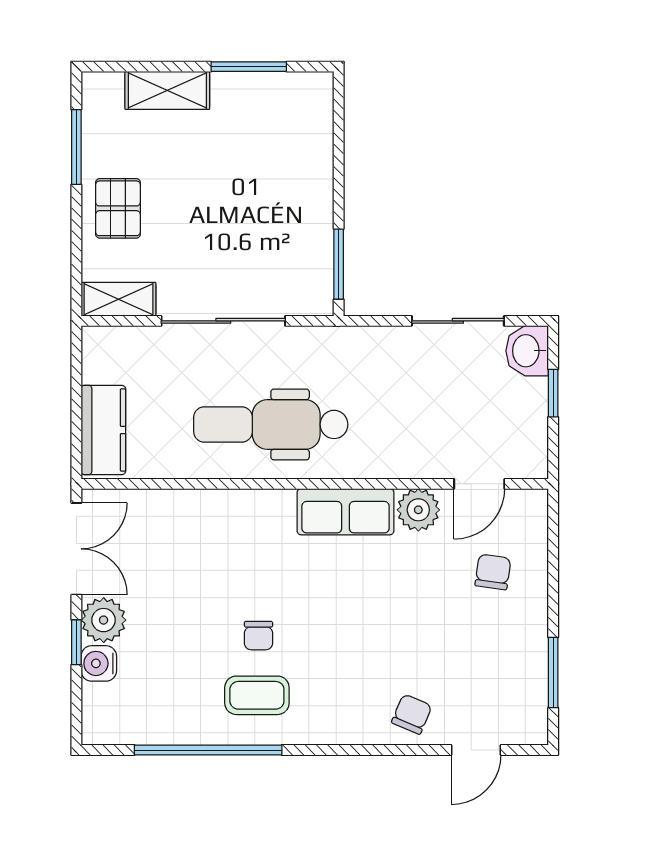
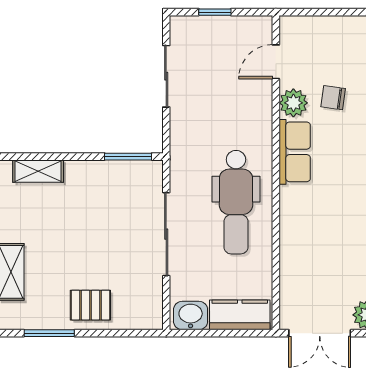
shelving: (118, 299) -> (38, 171), moved, turned 90
washbasin: (527, 351) -> (191, 316), moved, turned 180
door: (479, 484) -> (276, 62), swing flipped
double door: (76, 549) -> (320, 333), swing flipped
chair: (493, 572) -> (333, 98), moved

